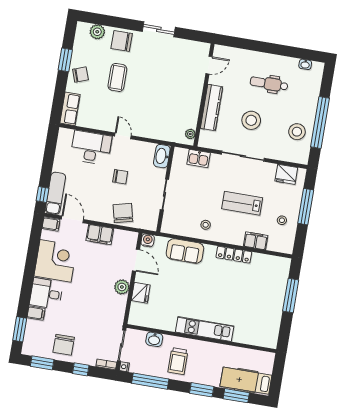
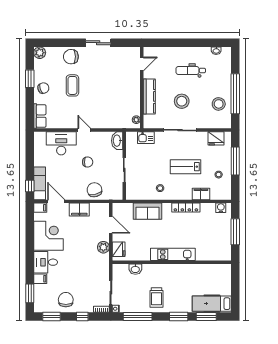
plant: (97, 32) -> (40, 53), moved
water cooler: (148, 240) -> (221, 208), moved
kitchen unit: (205, 329) -> (173, 254), moved
wall: (201, 338) -> (172, 262), moved
washbasin: (154, 339) -> (135, 269), moved
chair: (64, 345) -> (66, 300), turned 180

